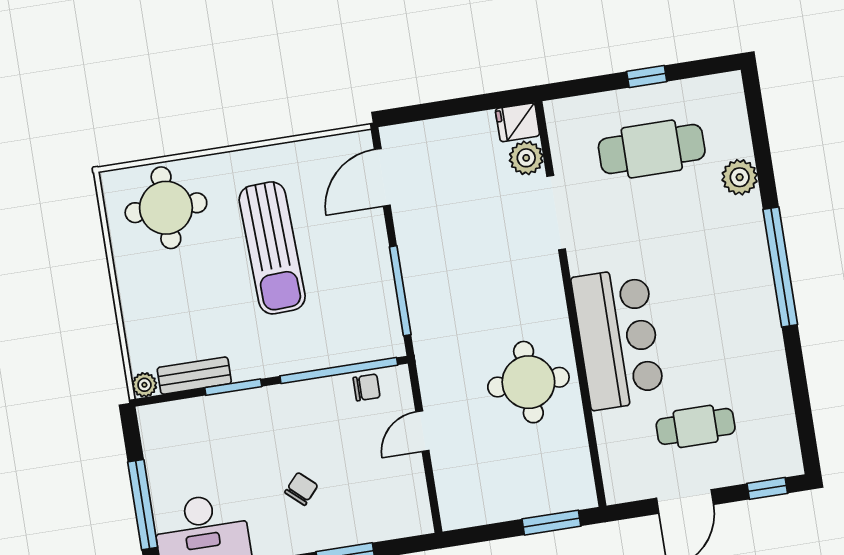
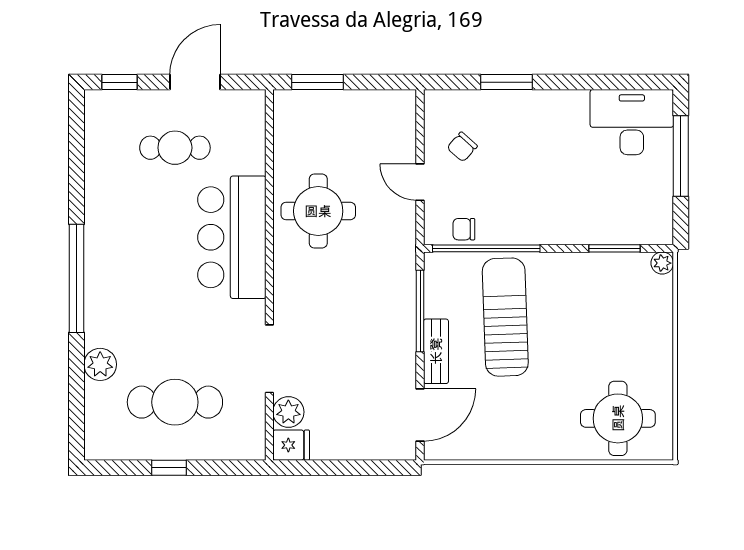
sun lounger: (272, 248) -> (505, 317), moved
bench: (194, 376) -> (436, 351), moved, turned 90
window: (233, 387) -> (614, 248), moved
door: (422, 431) -> (420, 182), swing flipped
chair: (301, 489) -> (462, 147), moved

